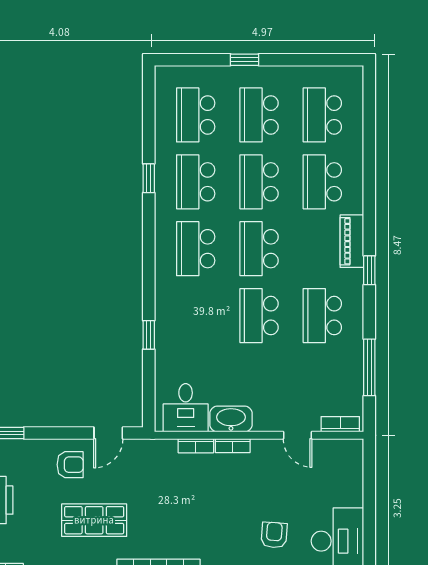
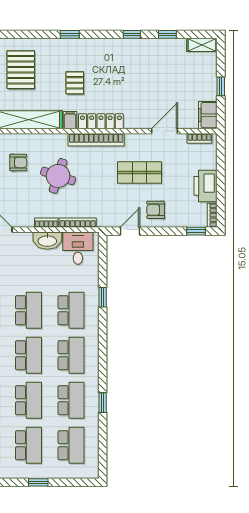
school desk: (196, 316) -> (71, 310), added
bookcase: (196, 446) -> (78, 223), width x1.56
round table: (215, 515) -> (58, 176), added
armchair: (274, 535) -> (18, 162), turned -94

